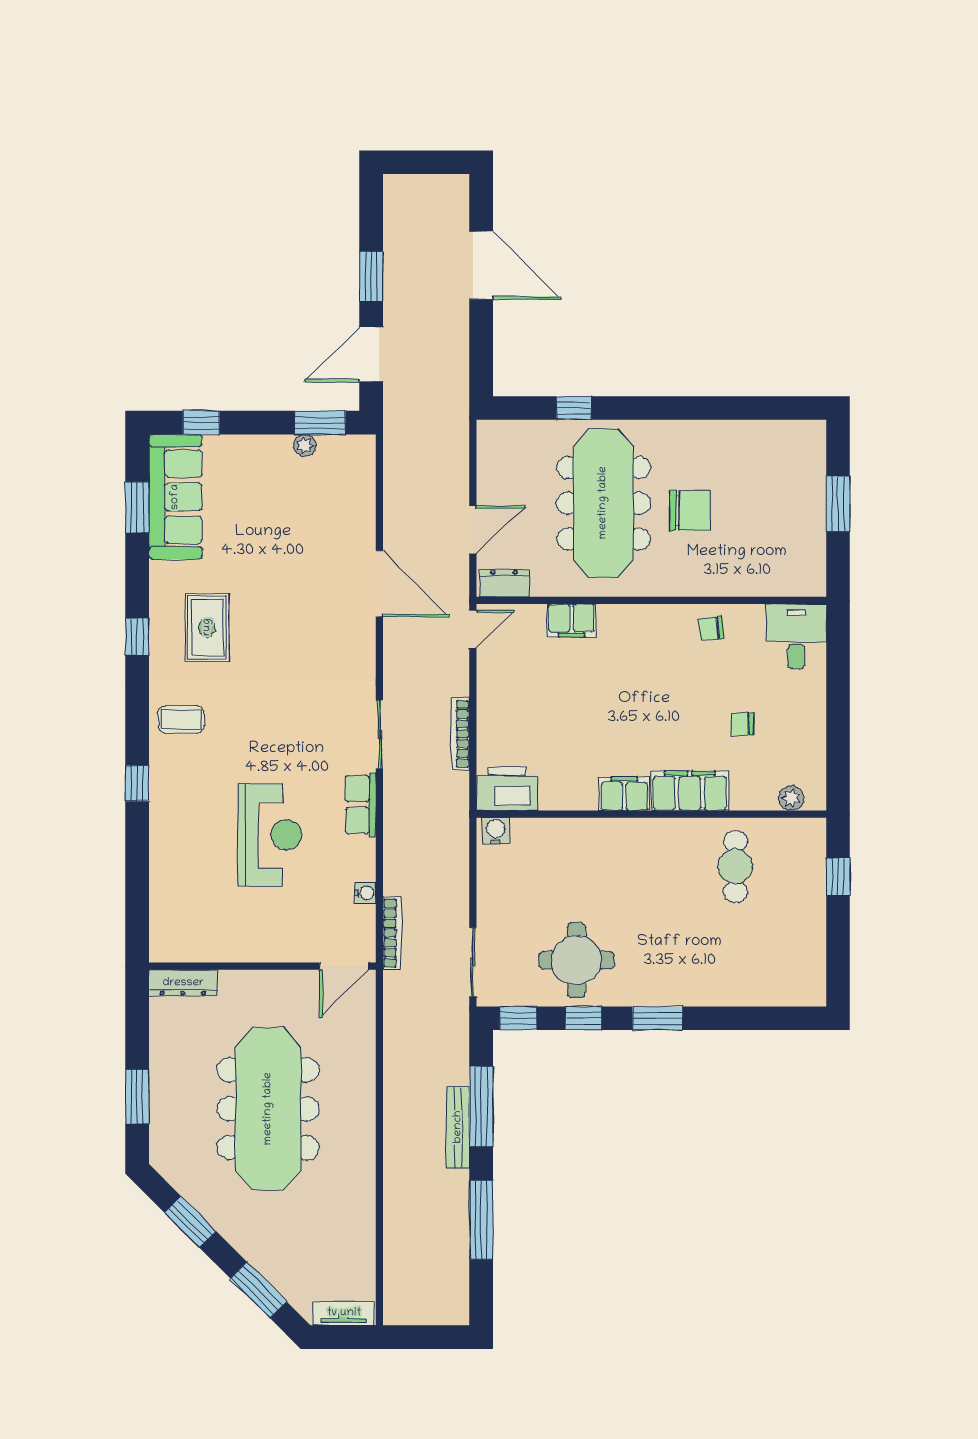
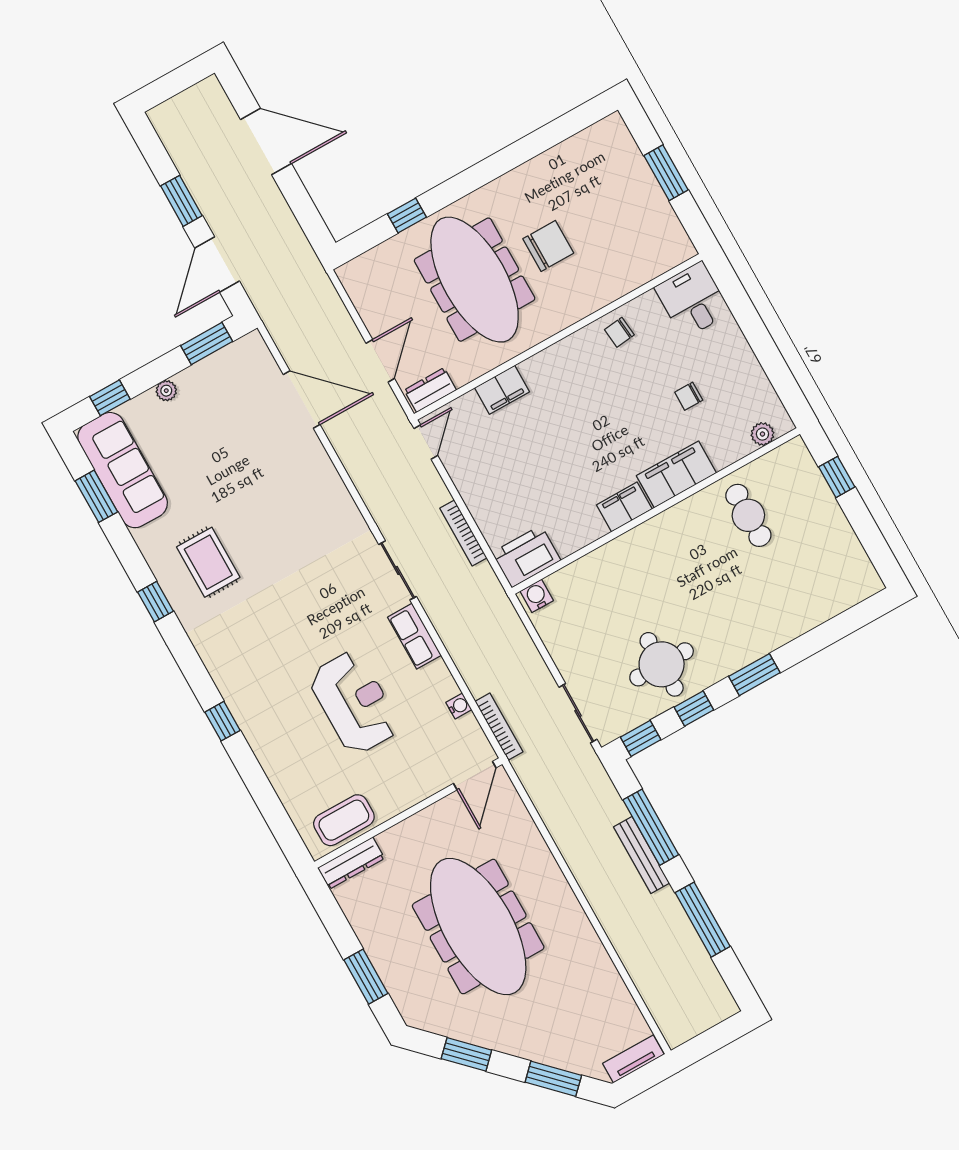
plant: (305, 445) -> (166, 391), moved
door: (379, 584) -> (302, 399), moved
coffee table: (181, 720) -> (344, 820), moved, width x1.36, depth x1.30

